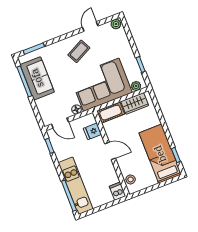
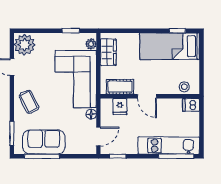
plant: (116, 24) -> (25, 45), width x1.87, depth x1.87
coffee table: (79, 51) -> (29, 102), moved
cot: (111, 113) -> (120, 87), moved, turned 90
door: (110, 151) -> (147, 96), swing flipped

